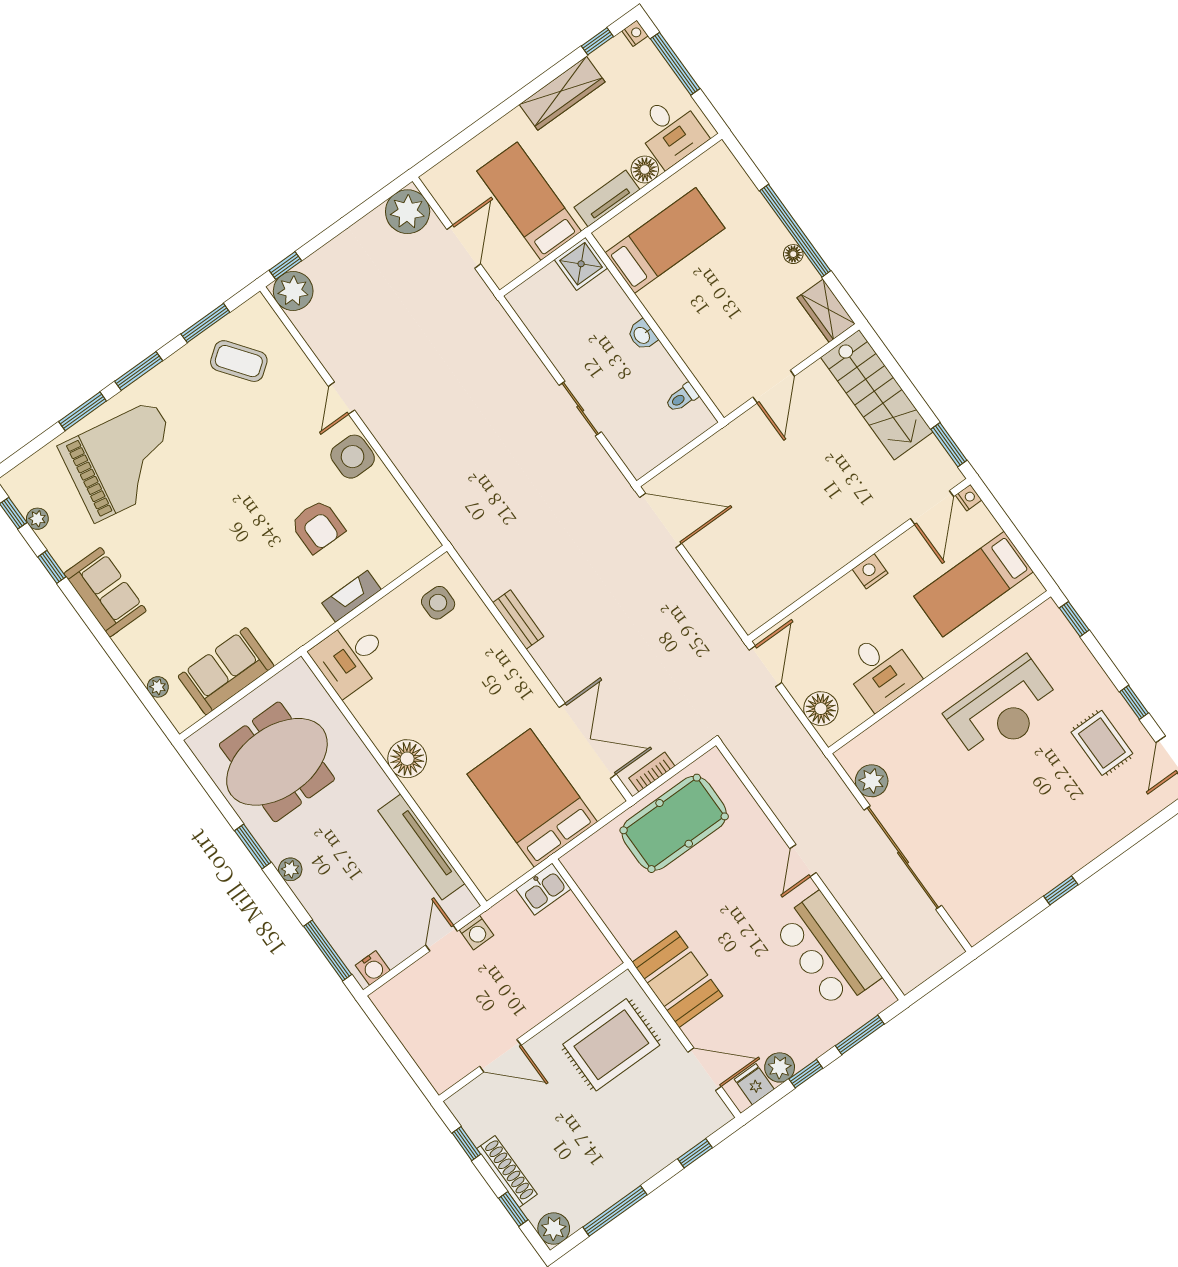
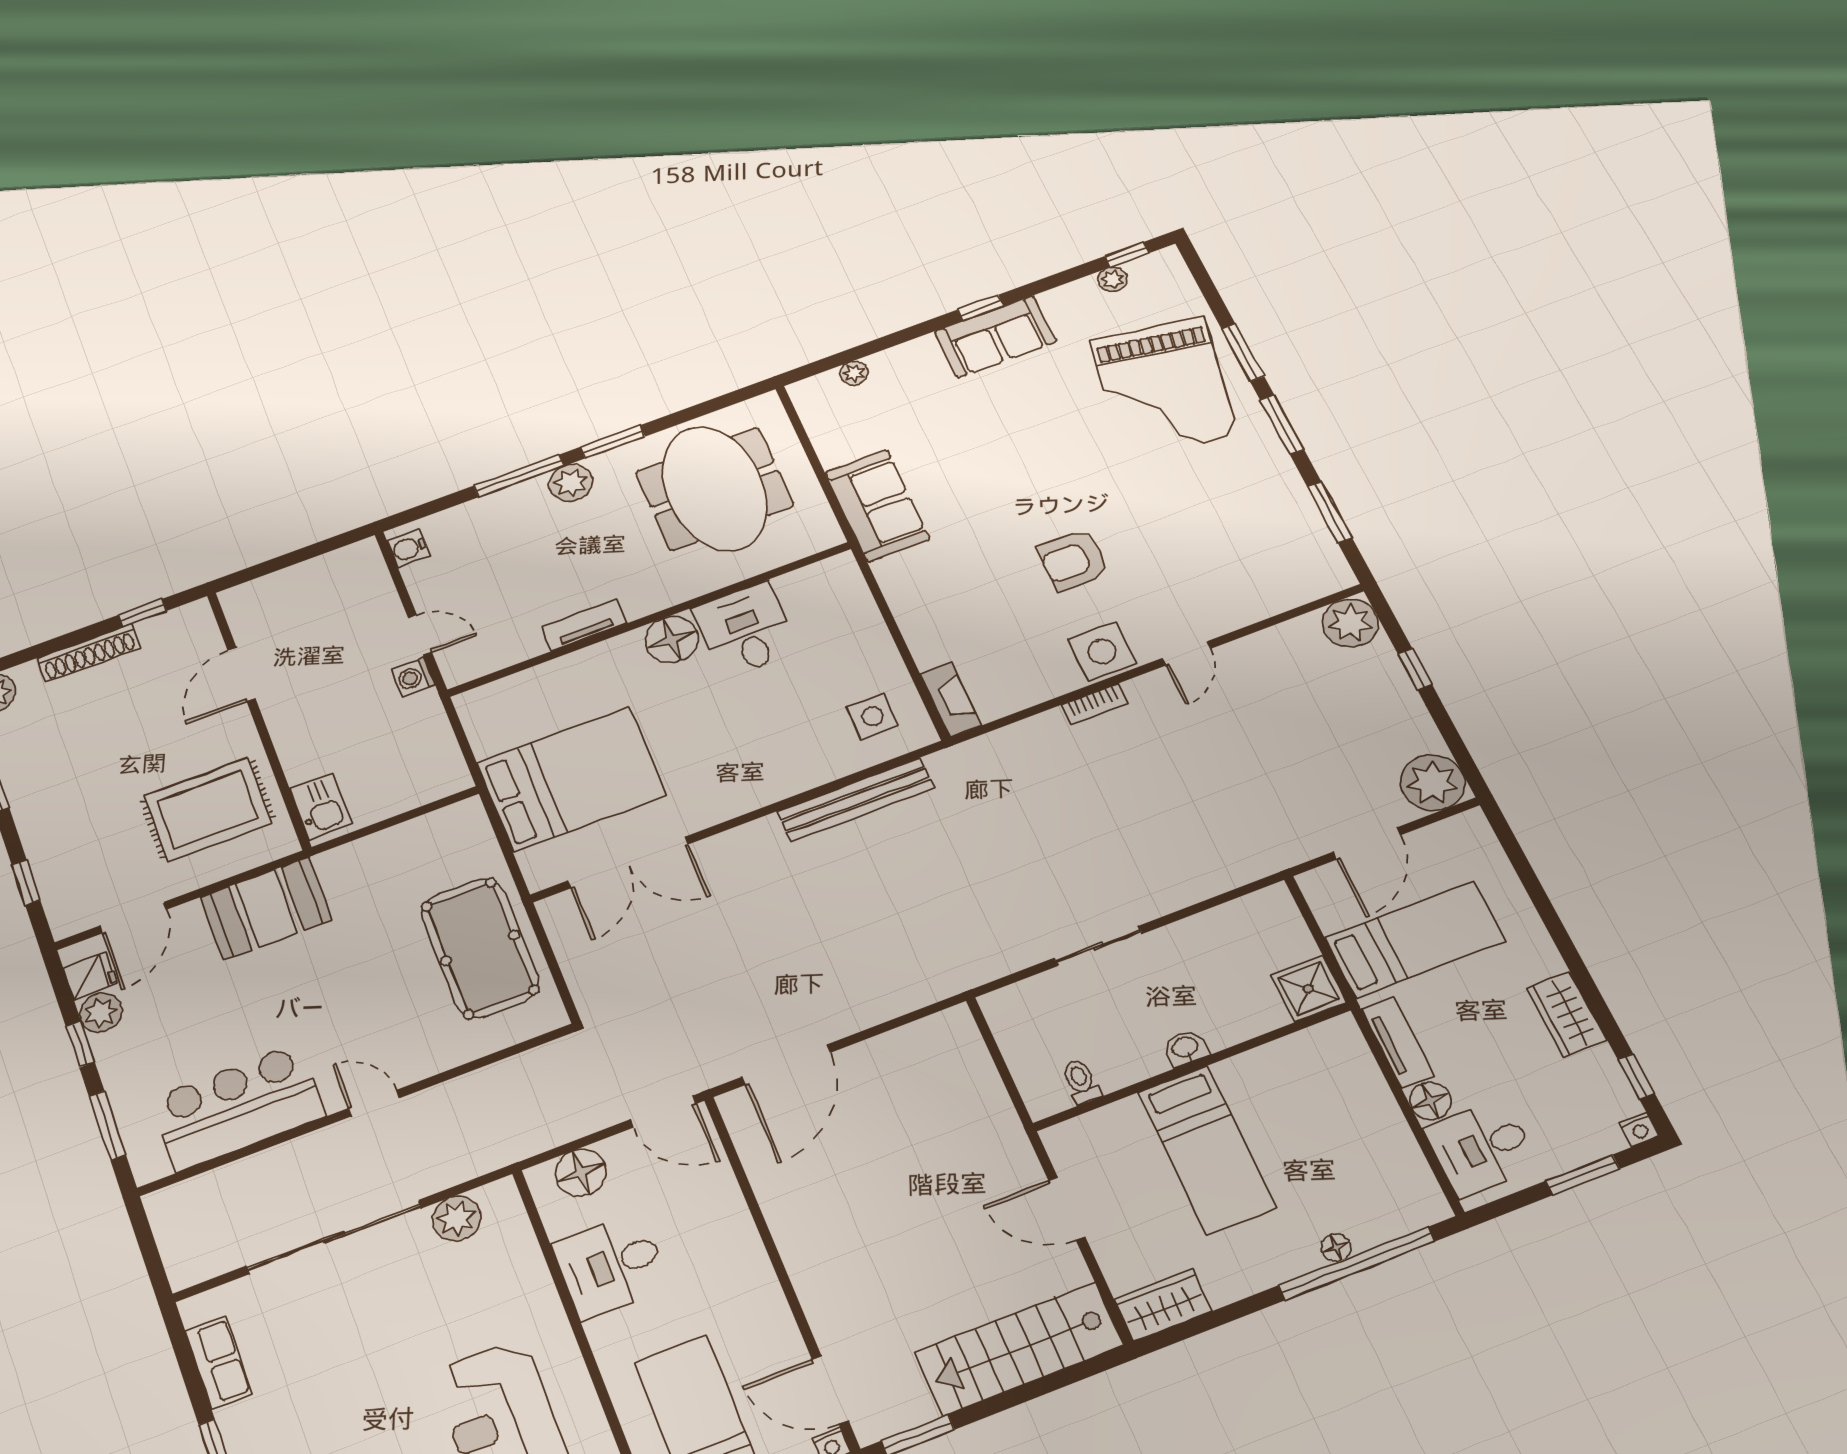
window: (675, 64) -> (1583, 1175), width x0.69
wardrobe: (562, 93) -> (1567, 1014), width x0.67
window: (795, 231) -> (1357, 1263), moved
bed: (665, 241) -> (1207, 1150), moved
door: (464, 247) -> (1367, 844), hinge flipped
floor lamp: (793, 254) -> (1336, 1248), moved
window: (285, 266) -> (1415, 669), moved
coffee table: (239, 361) -> (1268, 542), removed
door: (341, 398) -> (1187, 653), swing flipped
door: (661, 520) -> (786, 1065), moved
armchair: (318, 526) -> (1074, 560), moved
window: (52, 567) -> (980, 308), moved
nightstand: (870, 571) -> (760, 1282), removed
fireplace: (352, 596) -> (951, 700), moved
bench: (518, 620) -> (856, 800), width x1.86, depth x1.21
desk: (351, 657) -> (745, 630), moved
sofa: (226, 671) -> (877, 505), moved
bookcase: (652, 772) -> (1094, 704), moved, turned 90
tv unit: (421, 847) -> (584, 625), width x0.52, depth x0.78
plant: (290, 869) -> (571, 483), width x1.38, depth x1.38
kitchen sink: (543, 889) -> (321, 806), moved, turned 180
row of seats: (1006, 906) -> (219, 1362), added
window: (328, 950) -> (519, 476), moved
rug: (611, 1045) -> (208, 809), turned 90
window: (513, 1209) -> (38, 651), removed

